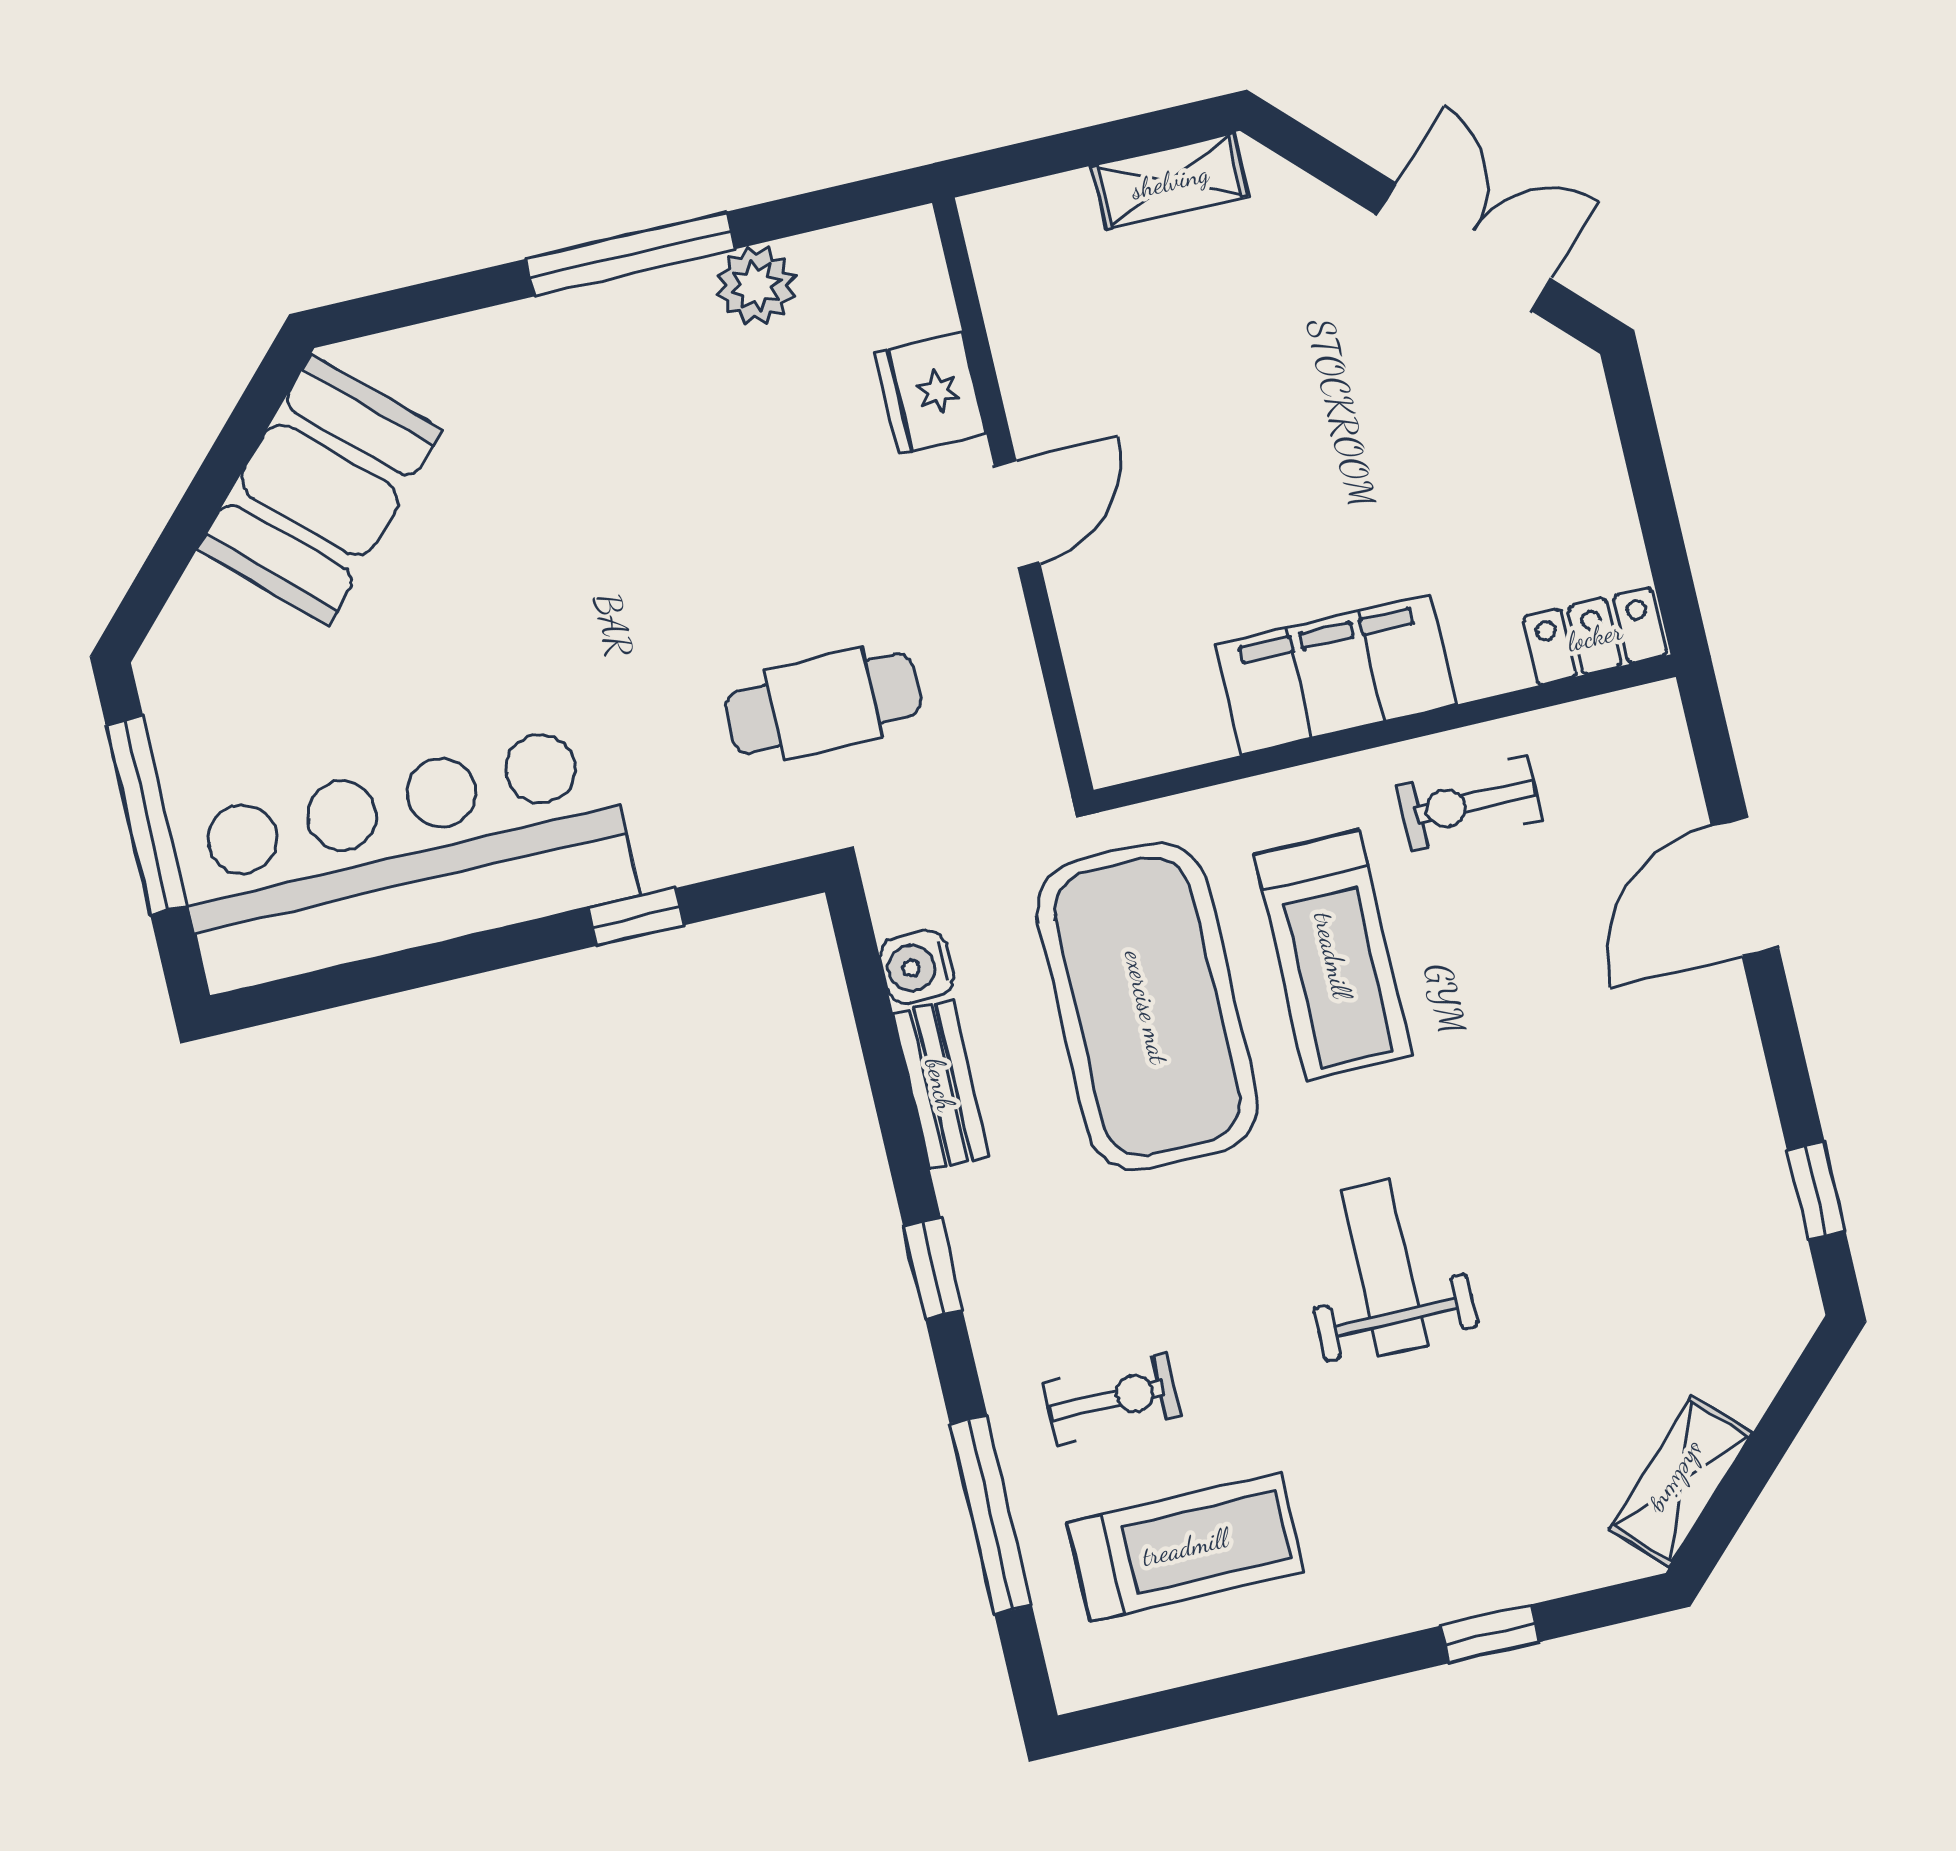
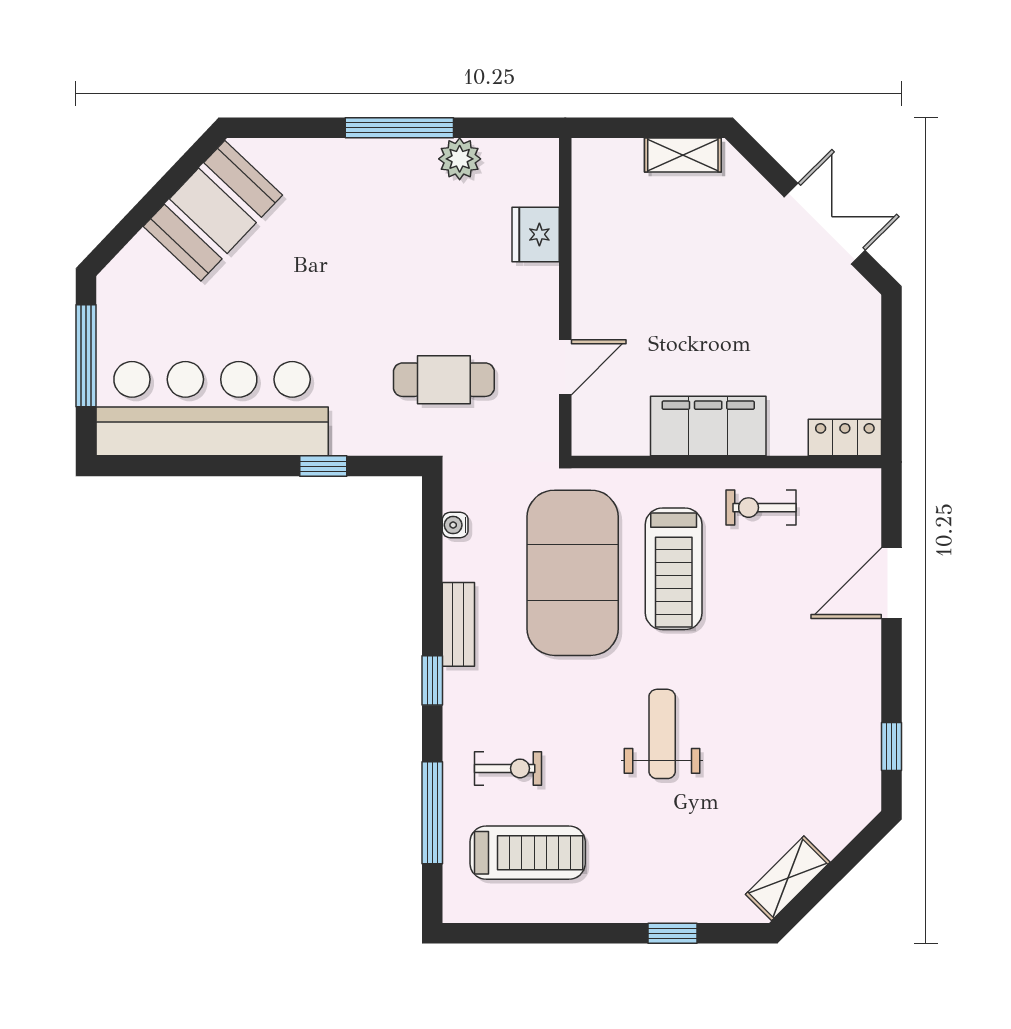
door: (1017, 514) -> (565, 367), moved
water cooler: (917, 967) -> (455, 525), width x0.72, depth x0.72
bench: (941, 1085) -> (458, 624), moved

